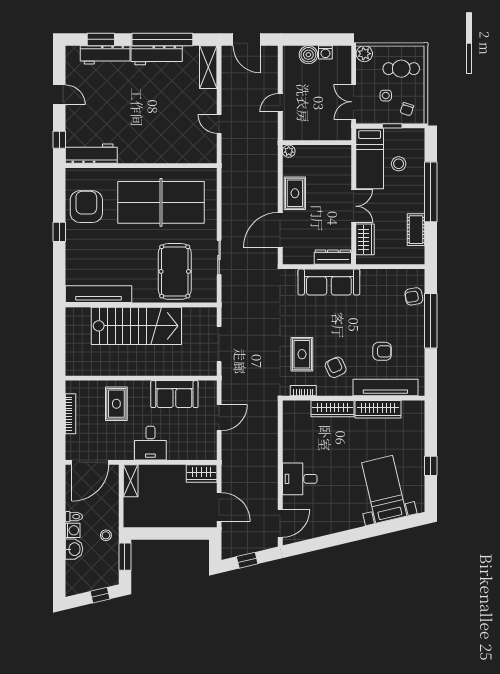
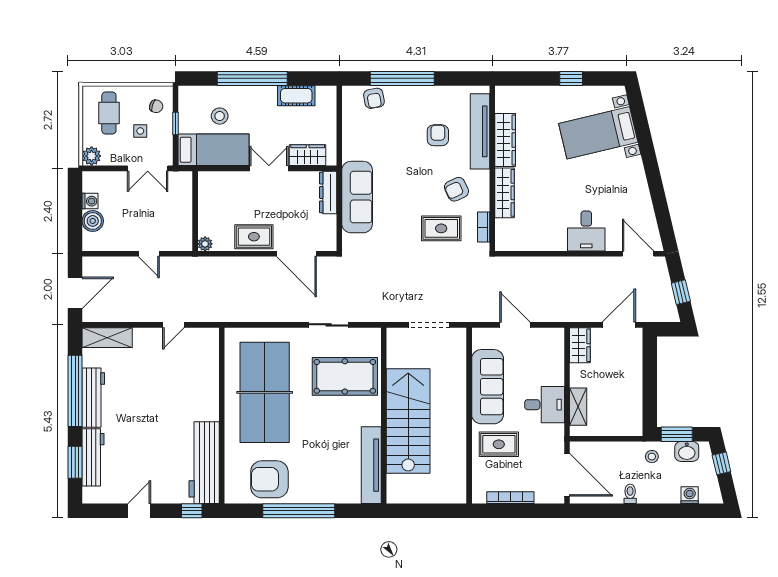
workbench: (91, 154) -> (204, 463), width x1.36, depth x1.32
window: (59, 232) -> (299, 511), width x3.17
sofa: (174, 394) -> (488, 387), width x1.36
shelving: (131, 481) -> (578, 407), moved, turned 90
washing machine: (73, 530) -> (690, 495), moved
washbasin: (74, 549) -> (687, 451), moved, turned 180

